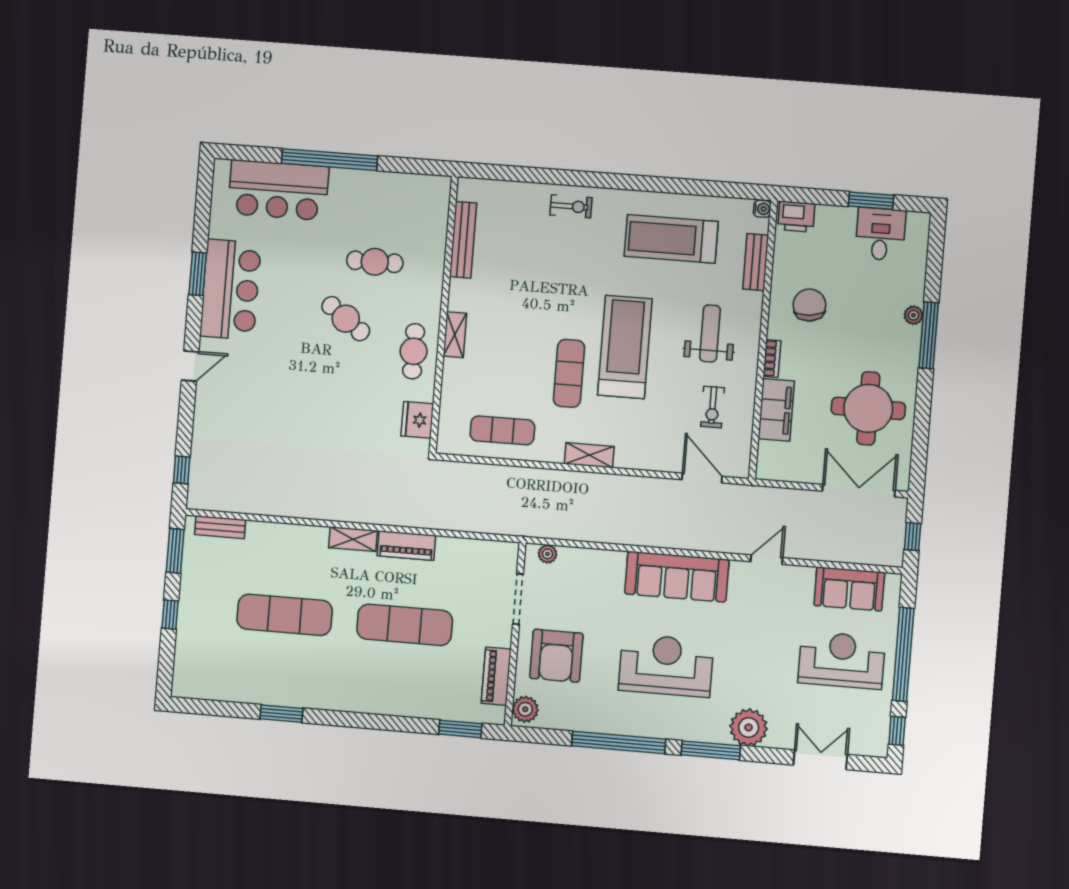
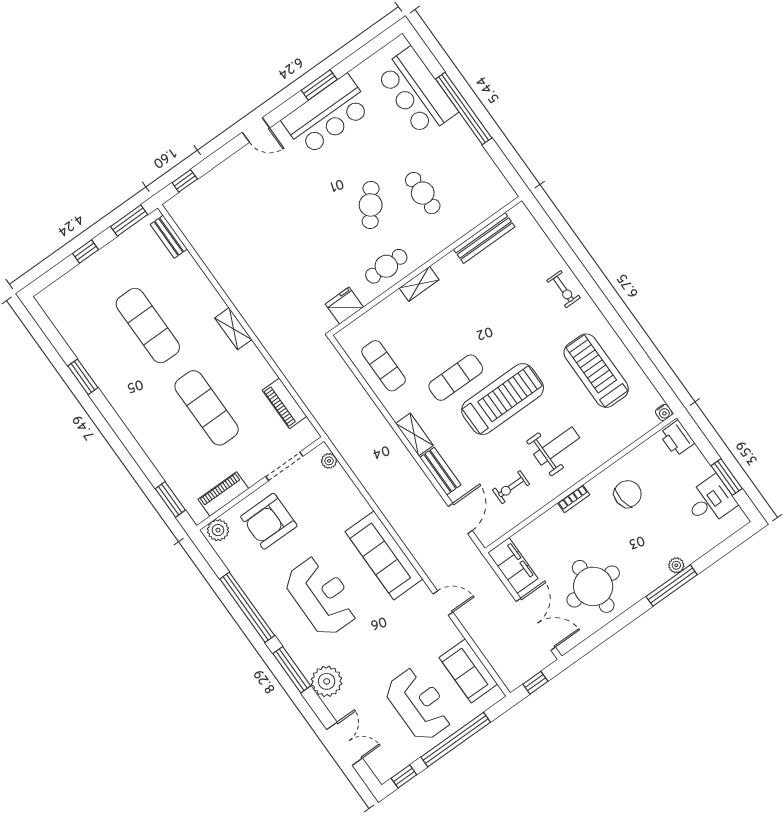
bench: (756, 262) -> (440, 471), moved, turned 90
filing cabinet: (776, 410) -> (513, 566), moved, turned -90
piano: (406, 546) -> (284, 403), moved

